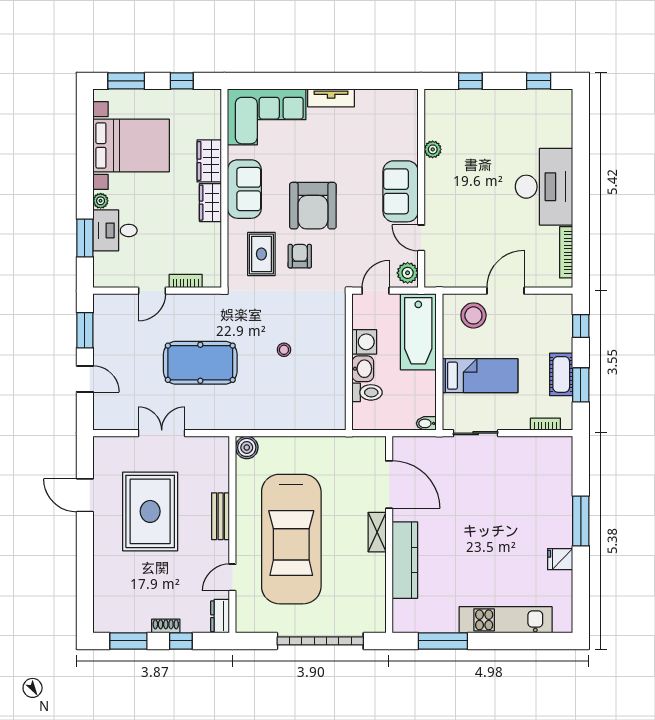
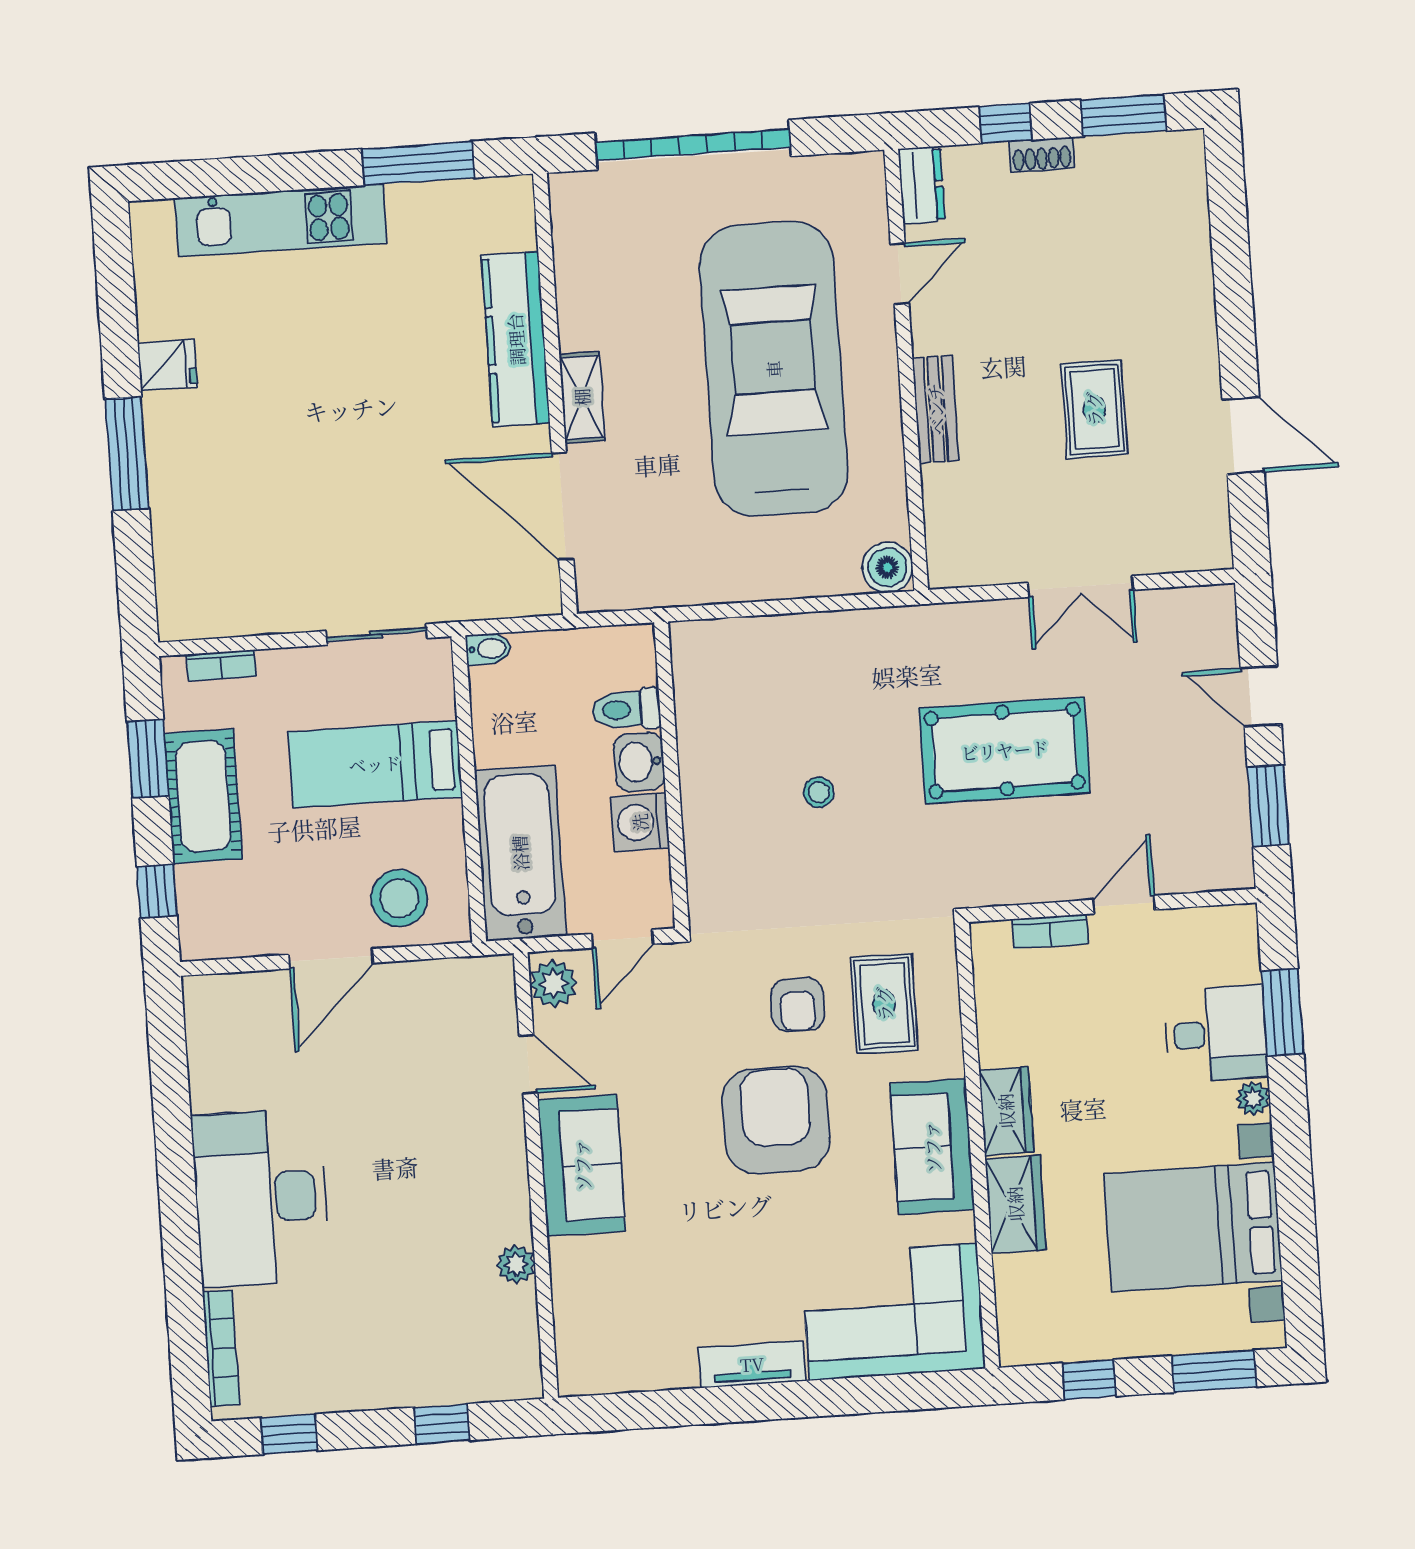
bookcase: (566, 252) -> (221, 1348), moved
cot: (561, 374) -> (203, 796), width x1.37, depth x1.34
rug: (150, 511) -> (1094, 409), width x0.54, depth x0.49

